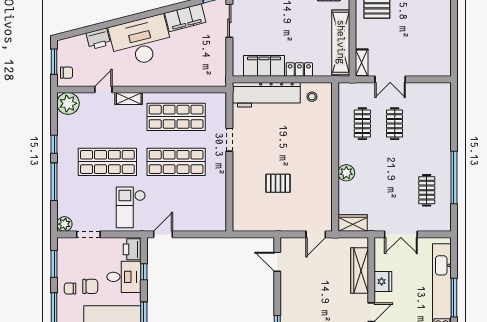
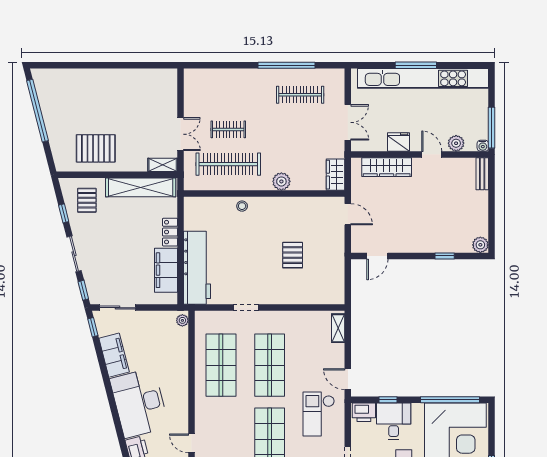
plant: (217, 81) -> (182, 320), added
stool: (312, 97) -> (242, 206), moved
shelving: (129, 98) -> (338, 328), moved
clothes rail: (362, 124) -> (228, 164), width x1.86, depth x1.31
clothes rail: (427, 190) -> (300, 95), width x1.36
checkout: (131, 207) -> (319, 414), turned 90

